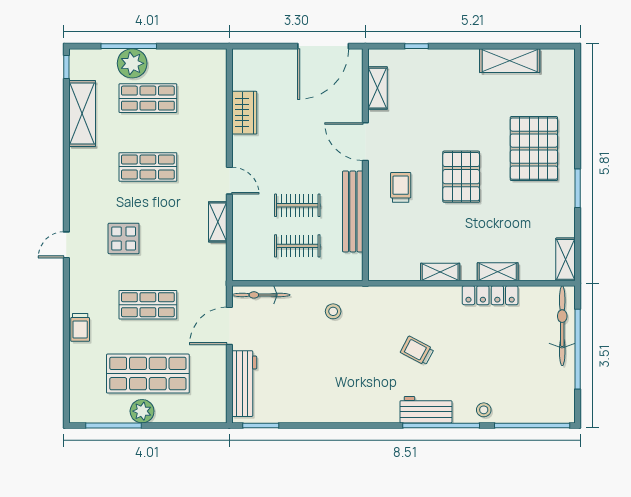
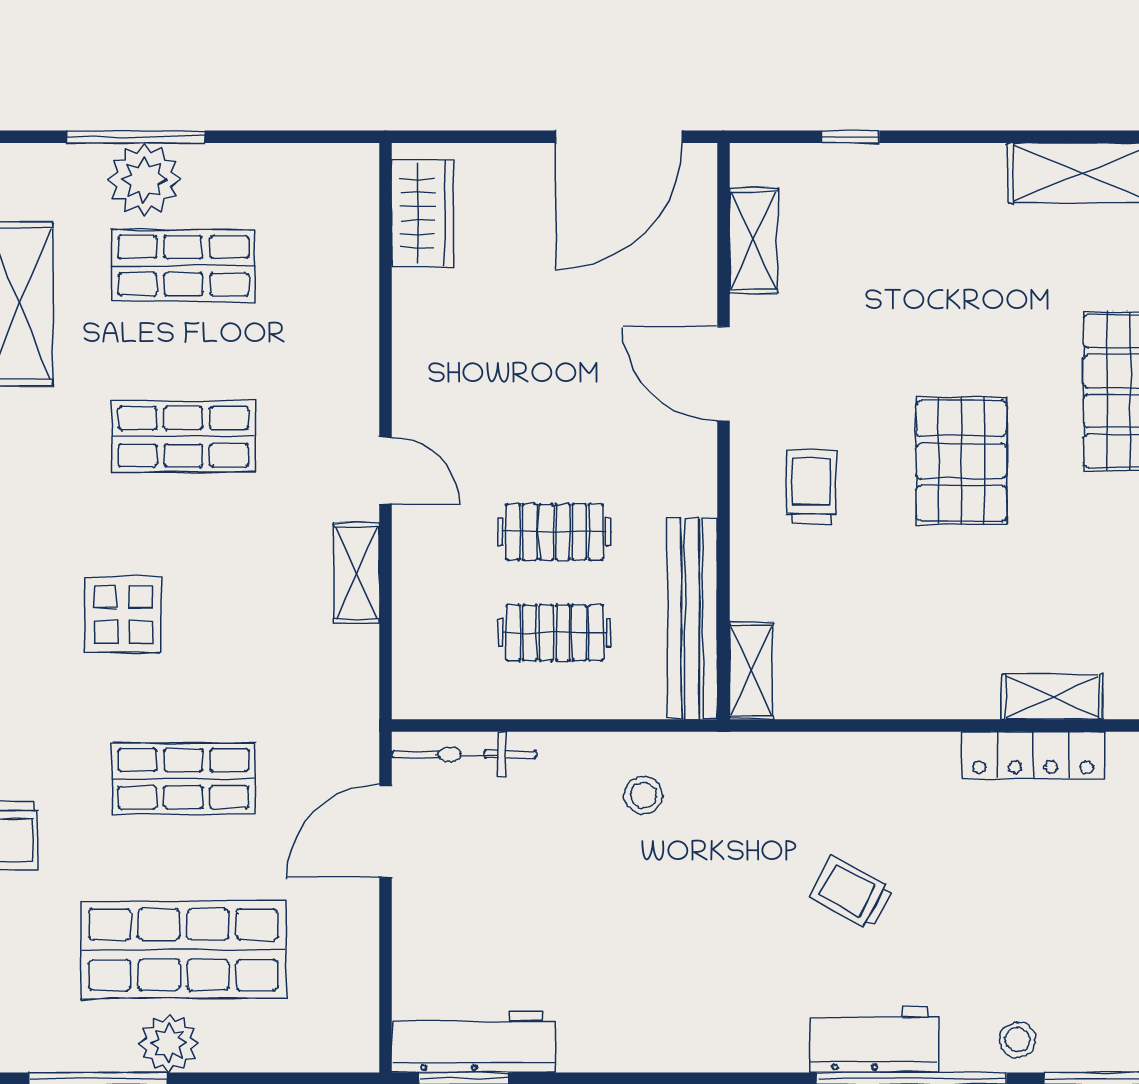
wardrobe: (244, 113) -> (423, 213), moved
bench: (353, 211) -> (692, 619), moved
shelving: (440, 272) -> (751, 671), moved, turned 90
workbench: (244, 384) -> (473, 1042), moved, turned -90

